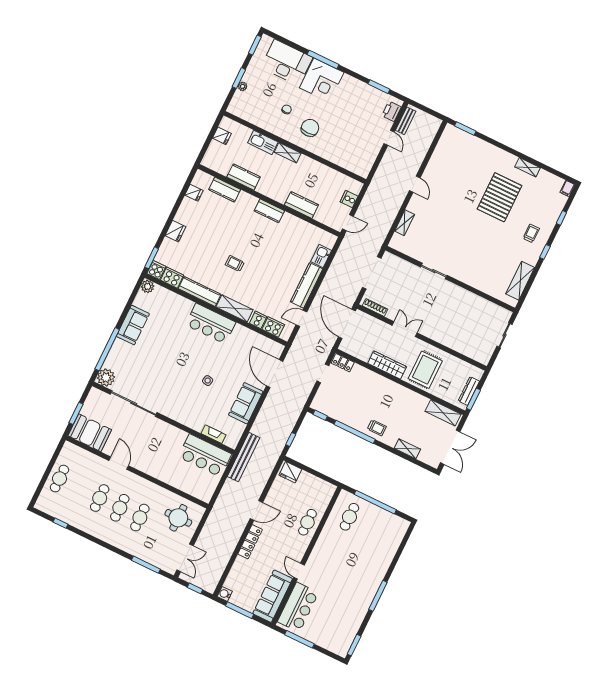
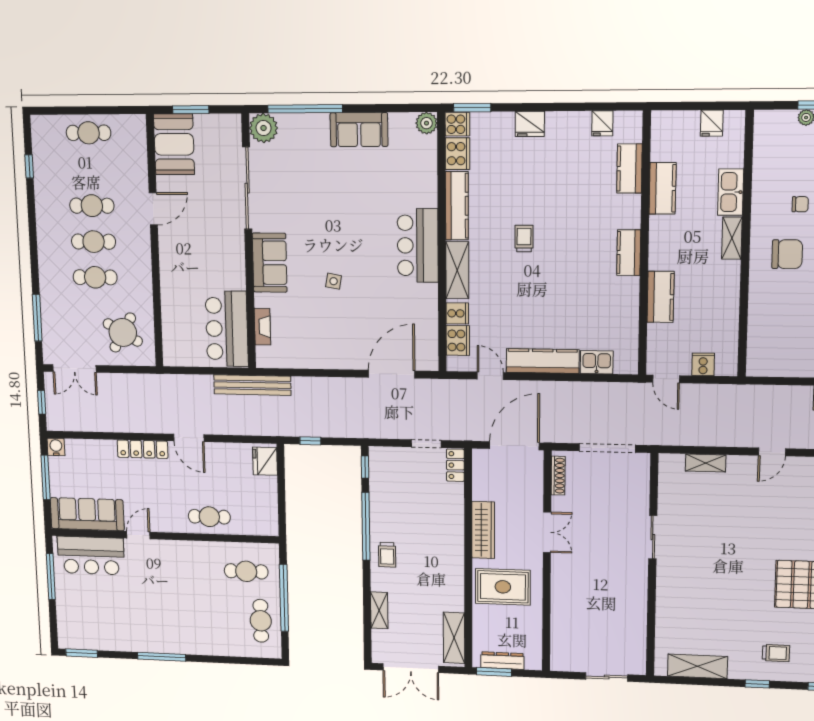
sofa: (246, 403) -> (270, 263), moved, turned 90
round table: (178, 518) -> (123, 332), turned 30
cafe table: (383, 523) -> (261, 621), added

